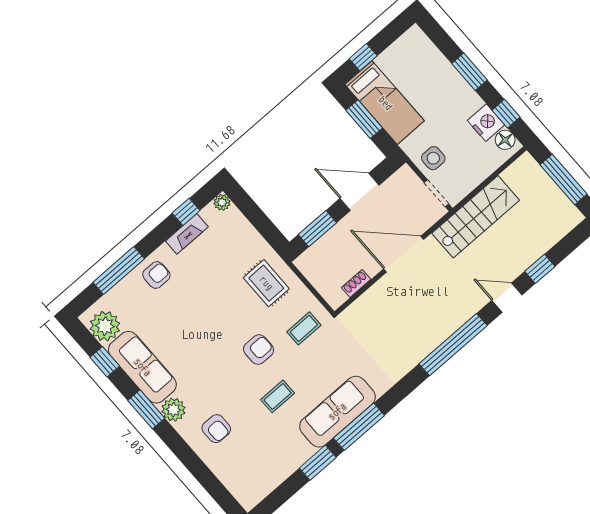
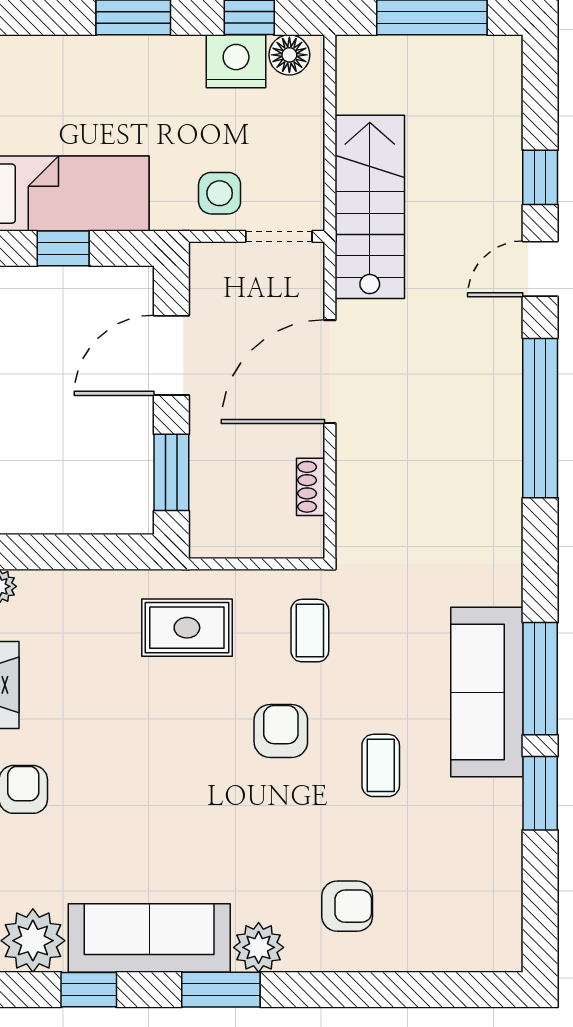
window: (364, 119) -> (63, 248), width x0.67

